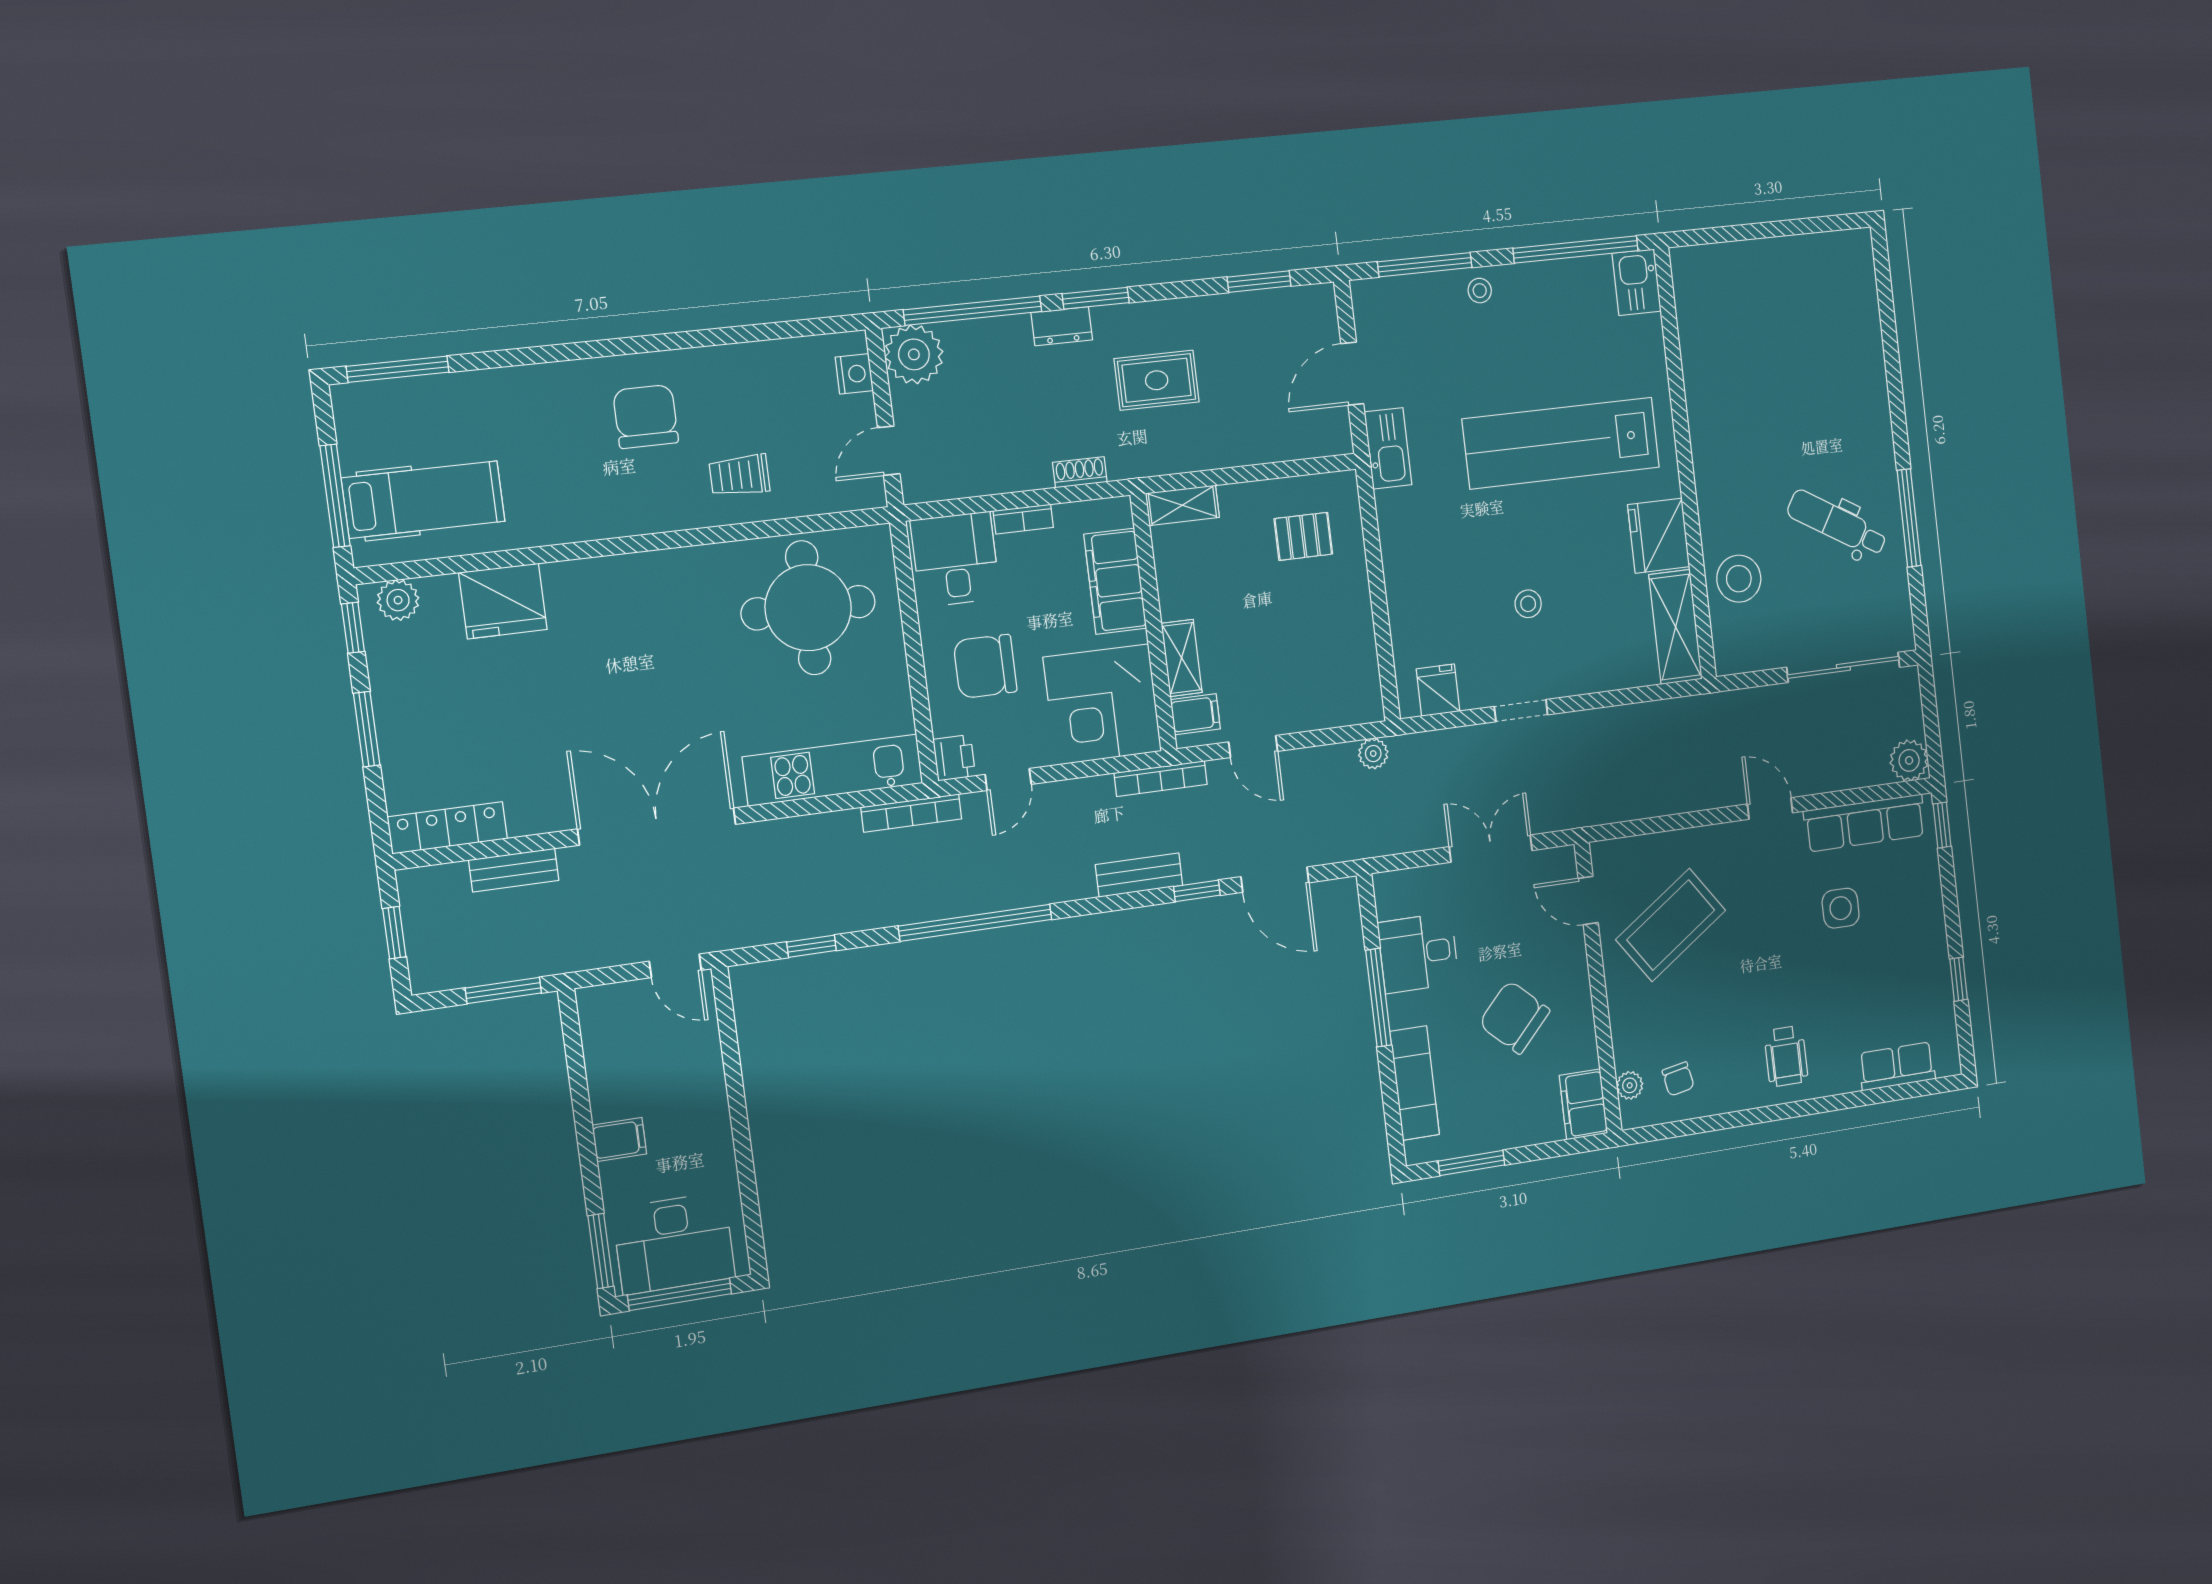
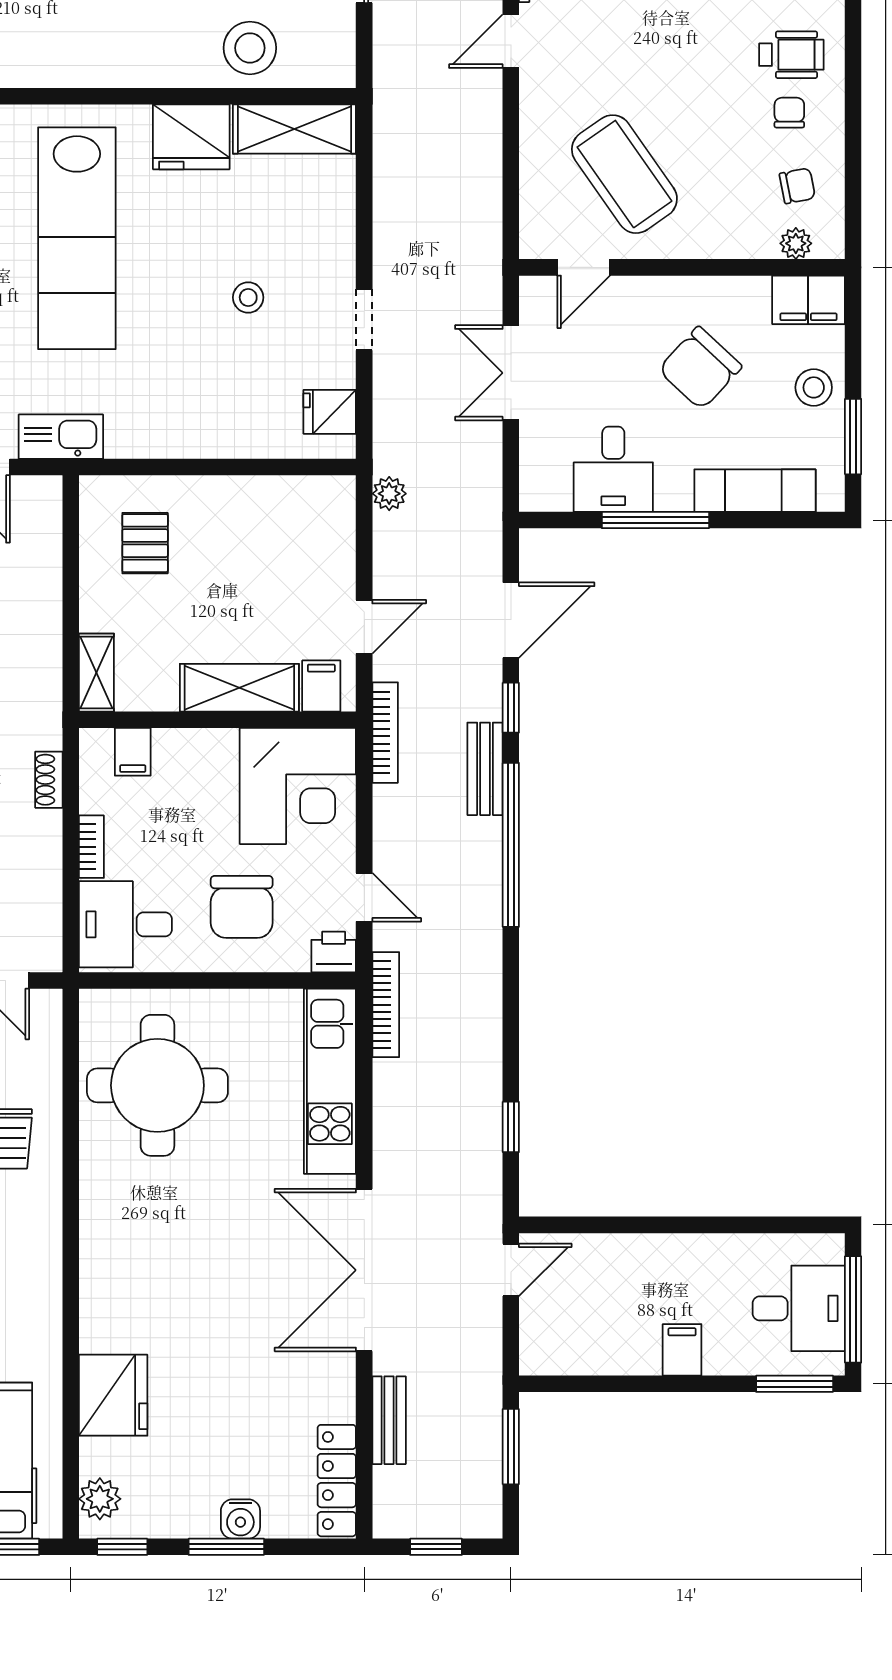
filing cabinet: (1115, 581) -> (133, 752), width x0.33, depth x0.86
shelving: (1182, 658) -> (239, 688), width x1.50, depth x1.33
water cooler: (396, 739) -> (240, 1519), added
window: (975, 923) -> (511, 845), moved
chair: (1738, 1062) -> (789, 113), added
stool: (1509, 1121) -> (814, 387), added
desk: (674, 1243) -> (799, 1308), width x0.73

